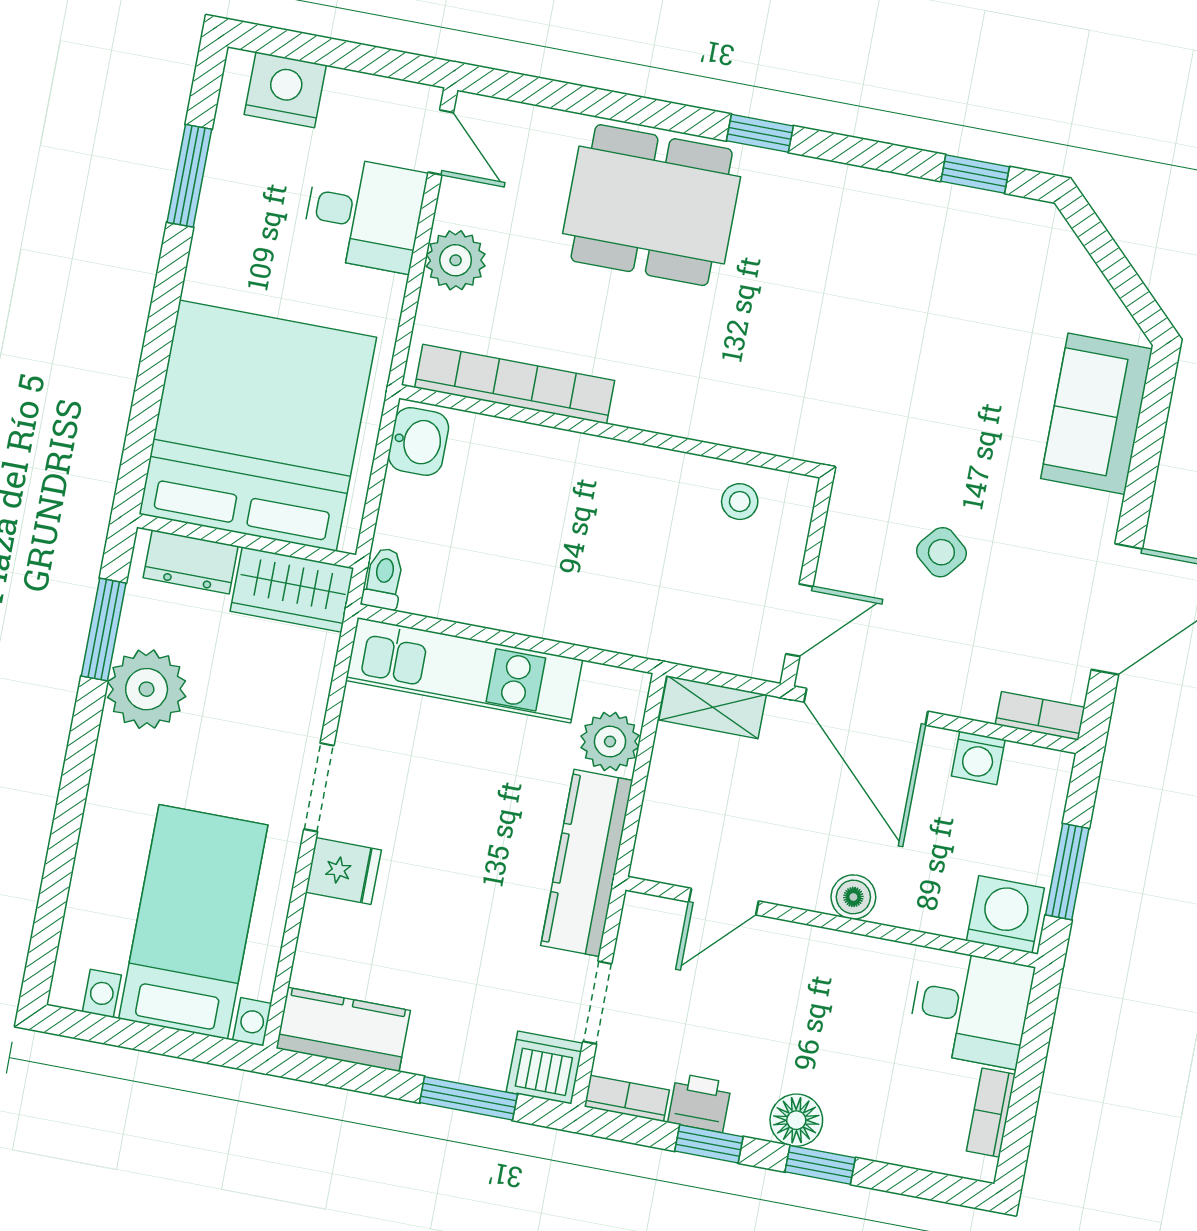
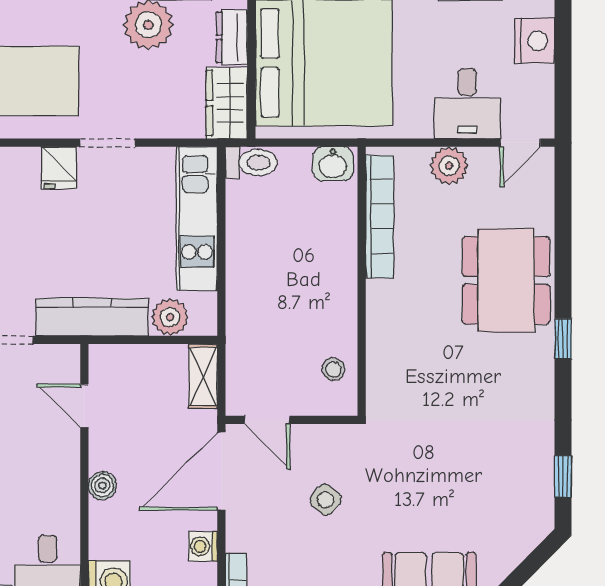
toilet: (383, 579) -> (251, 163), width x1.37, depth x1.39

